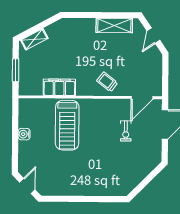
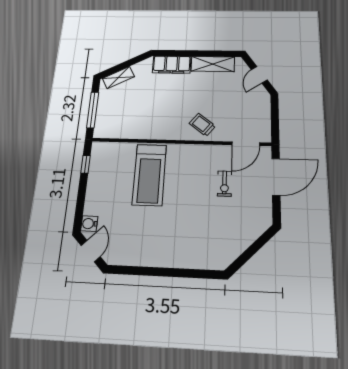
window: (16, 70) -> (93, 110), width x1.44
filing cabinet: (59, 87) -> (172, 65), moved, turned 180
window: (15, 118) -> (86, 164), added
water cooler: (24, 134) -> (89, 224), moved

